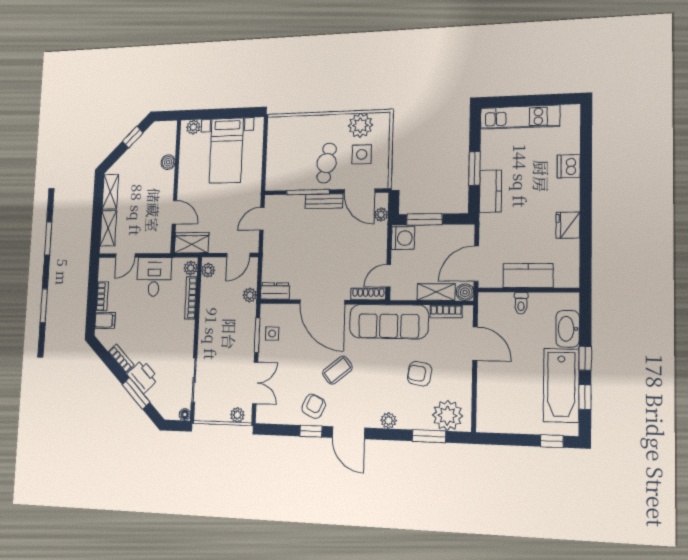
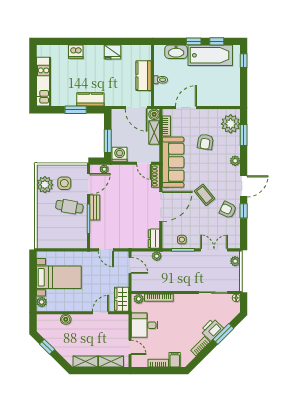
plant: (208, 270) -> (140, 286), removed

